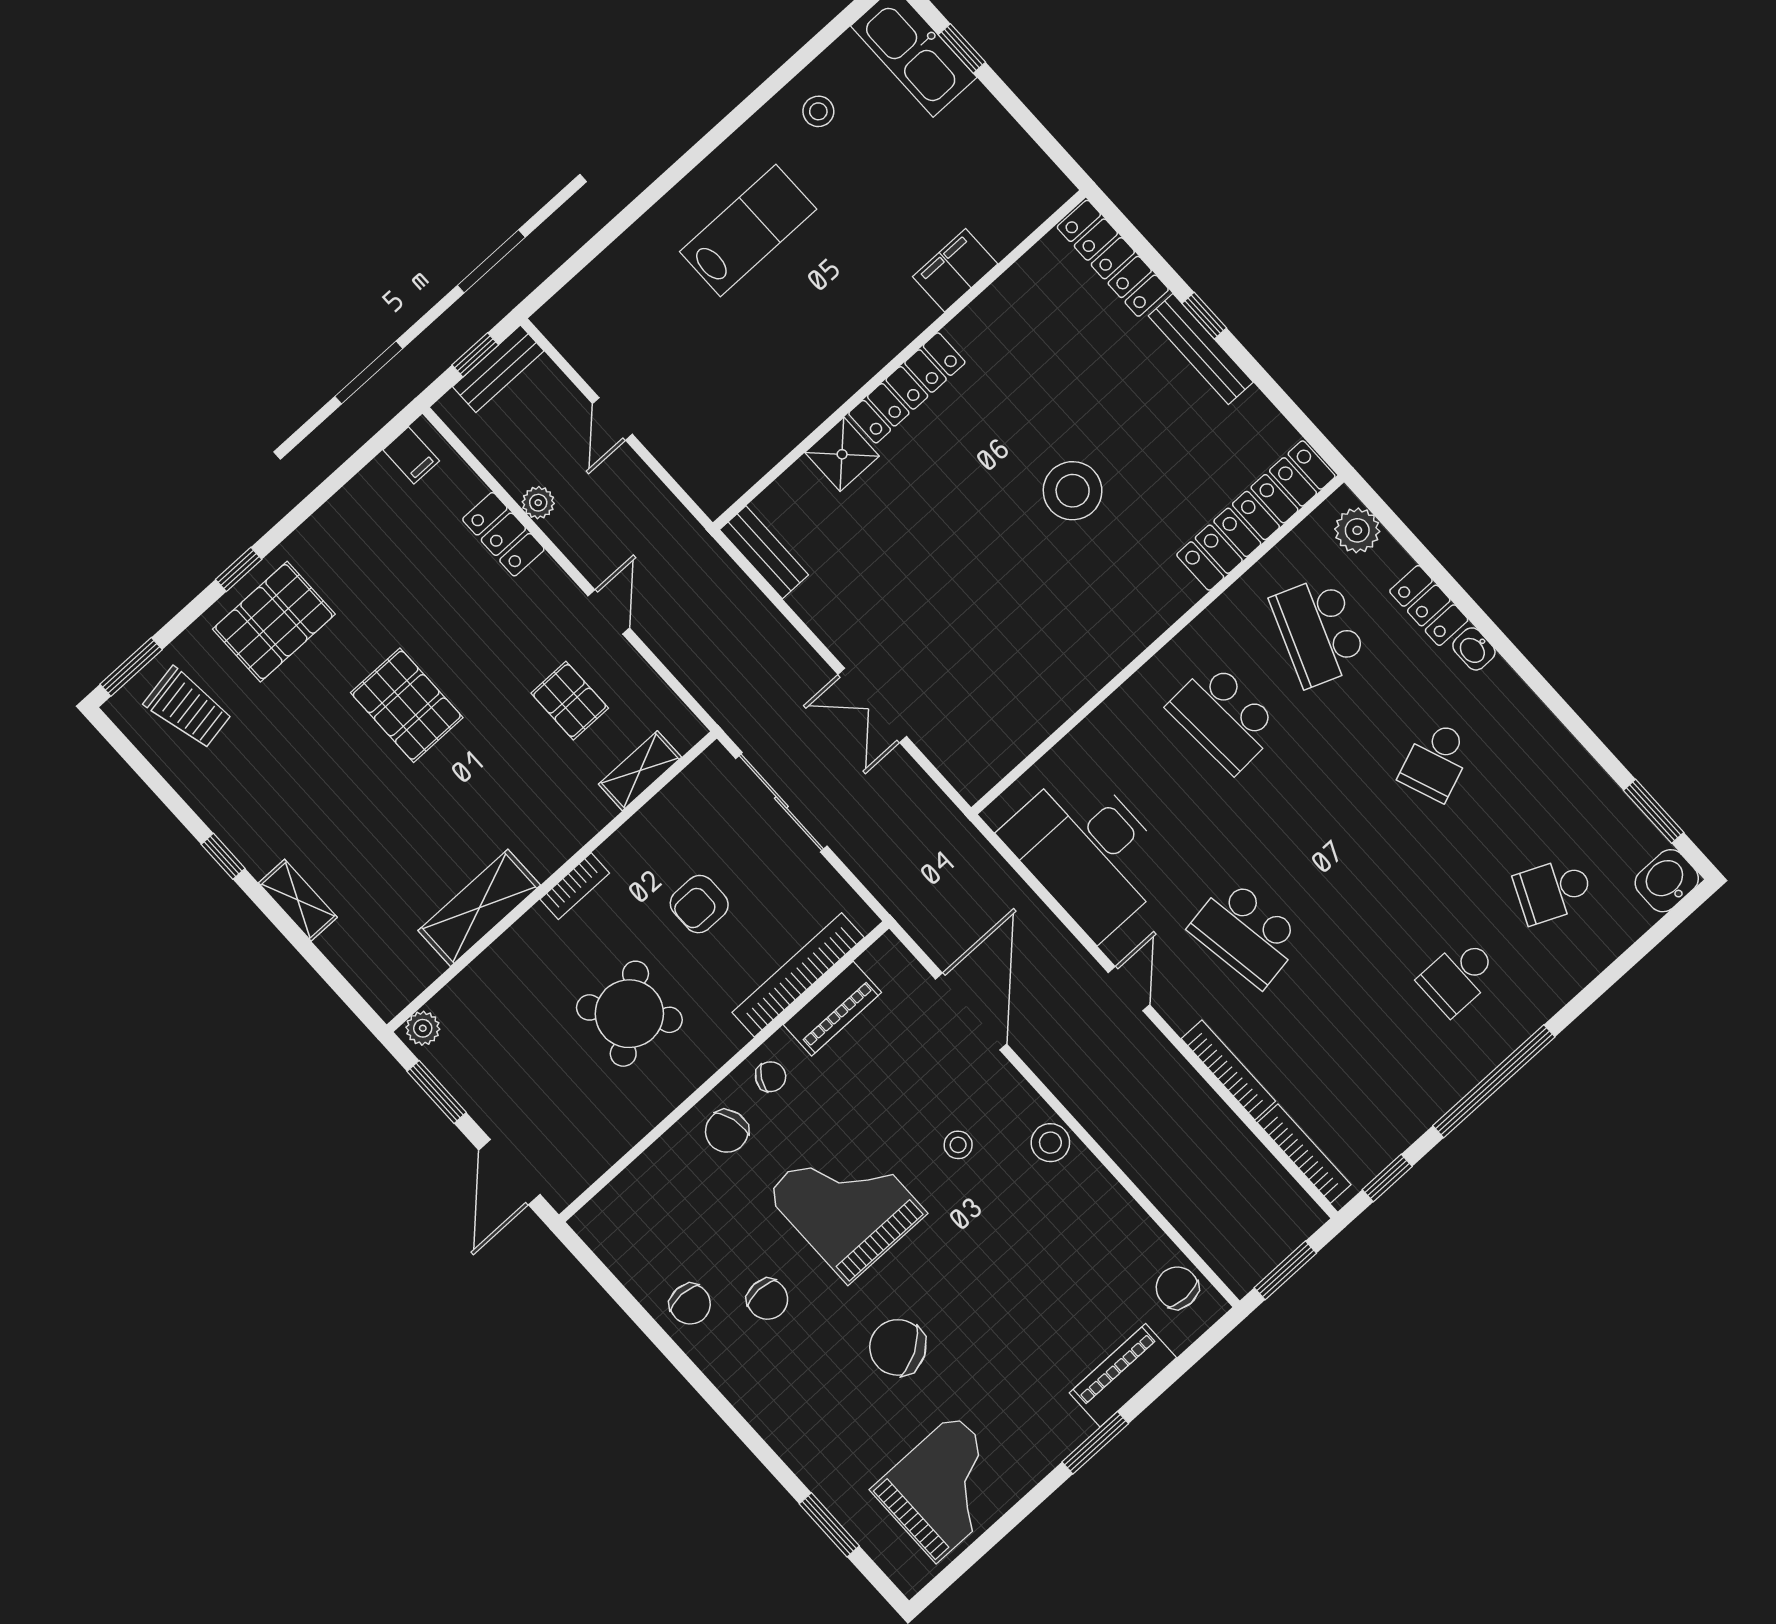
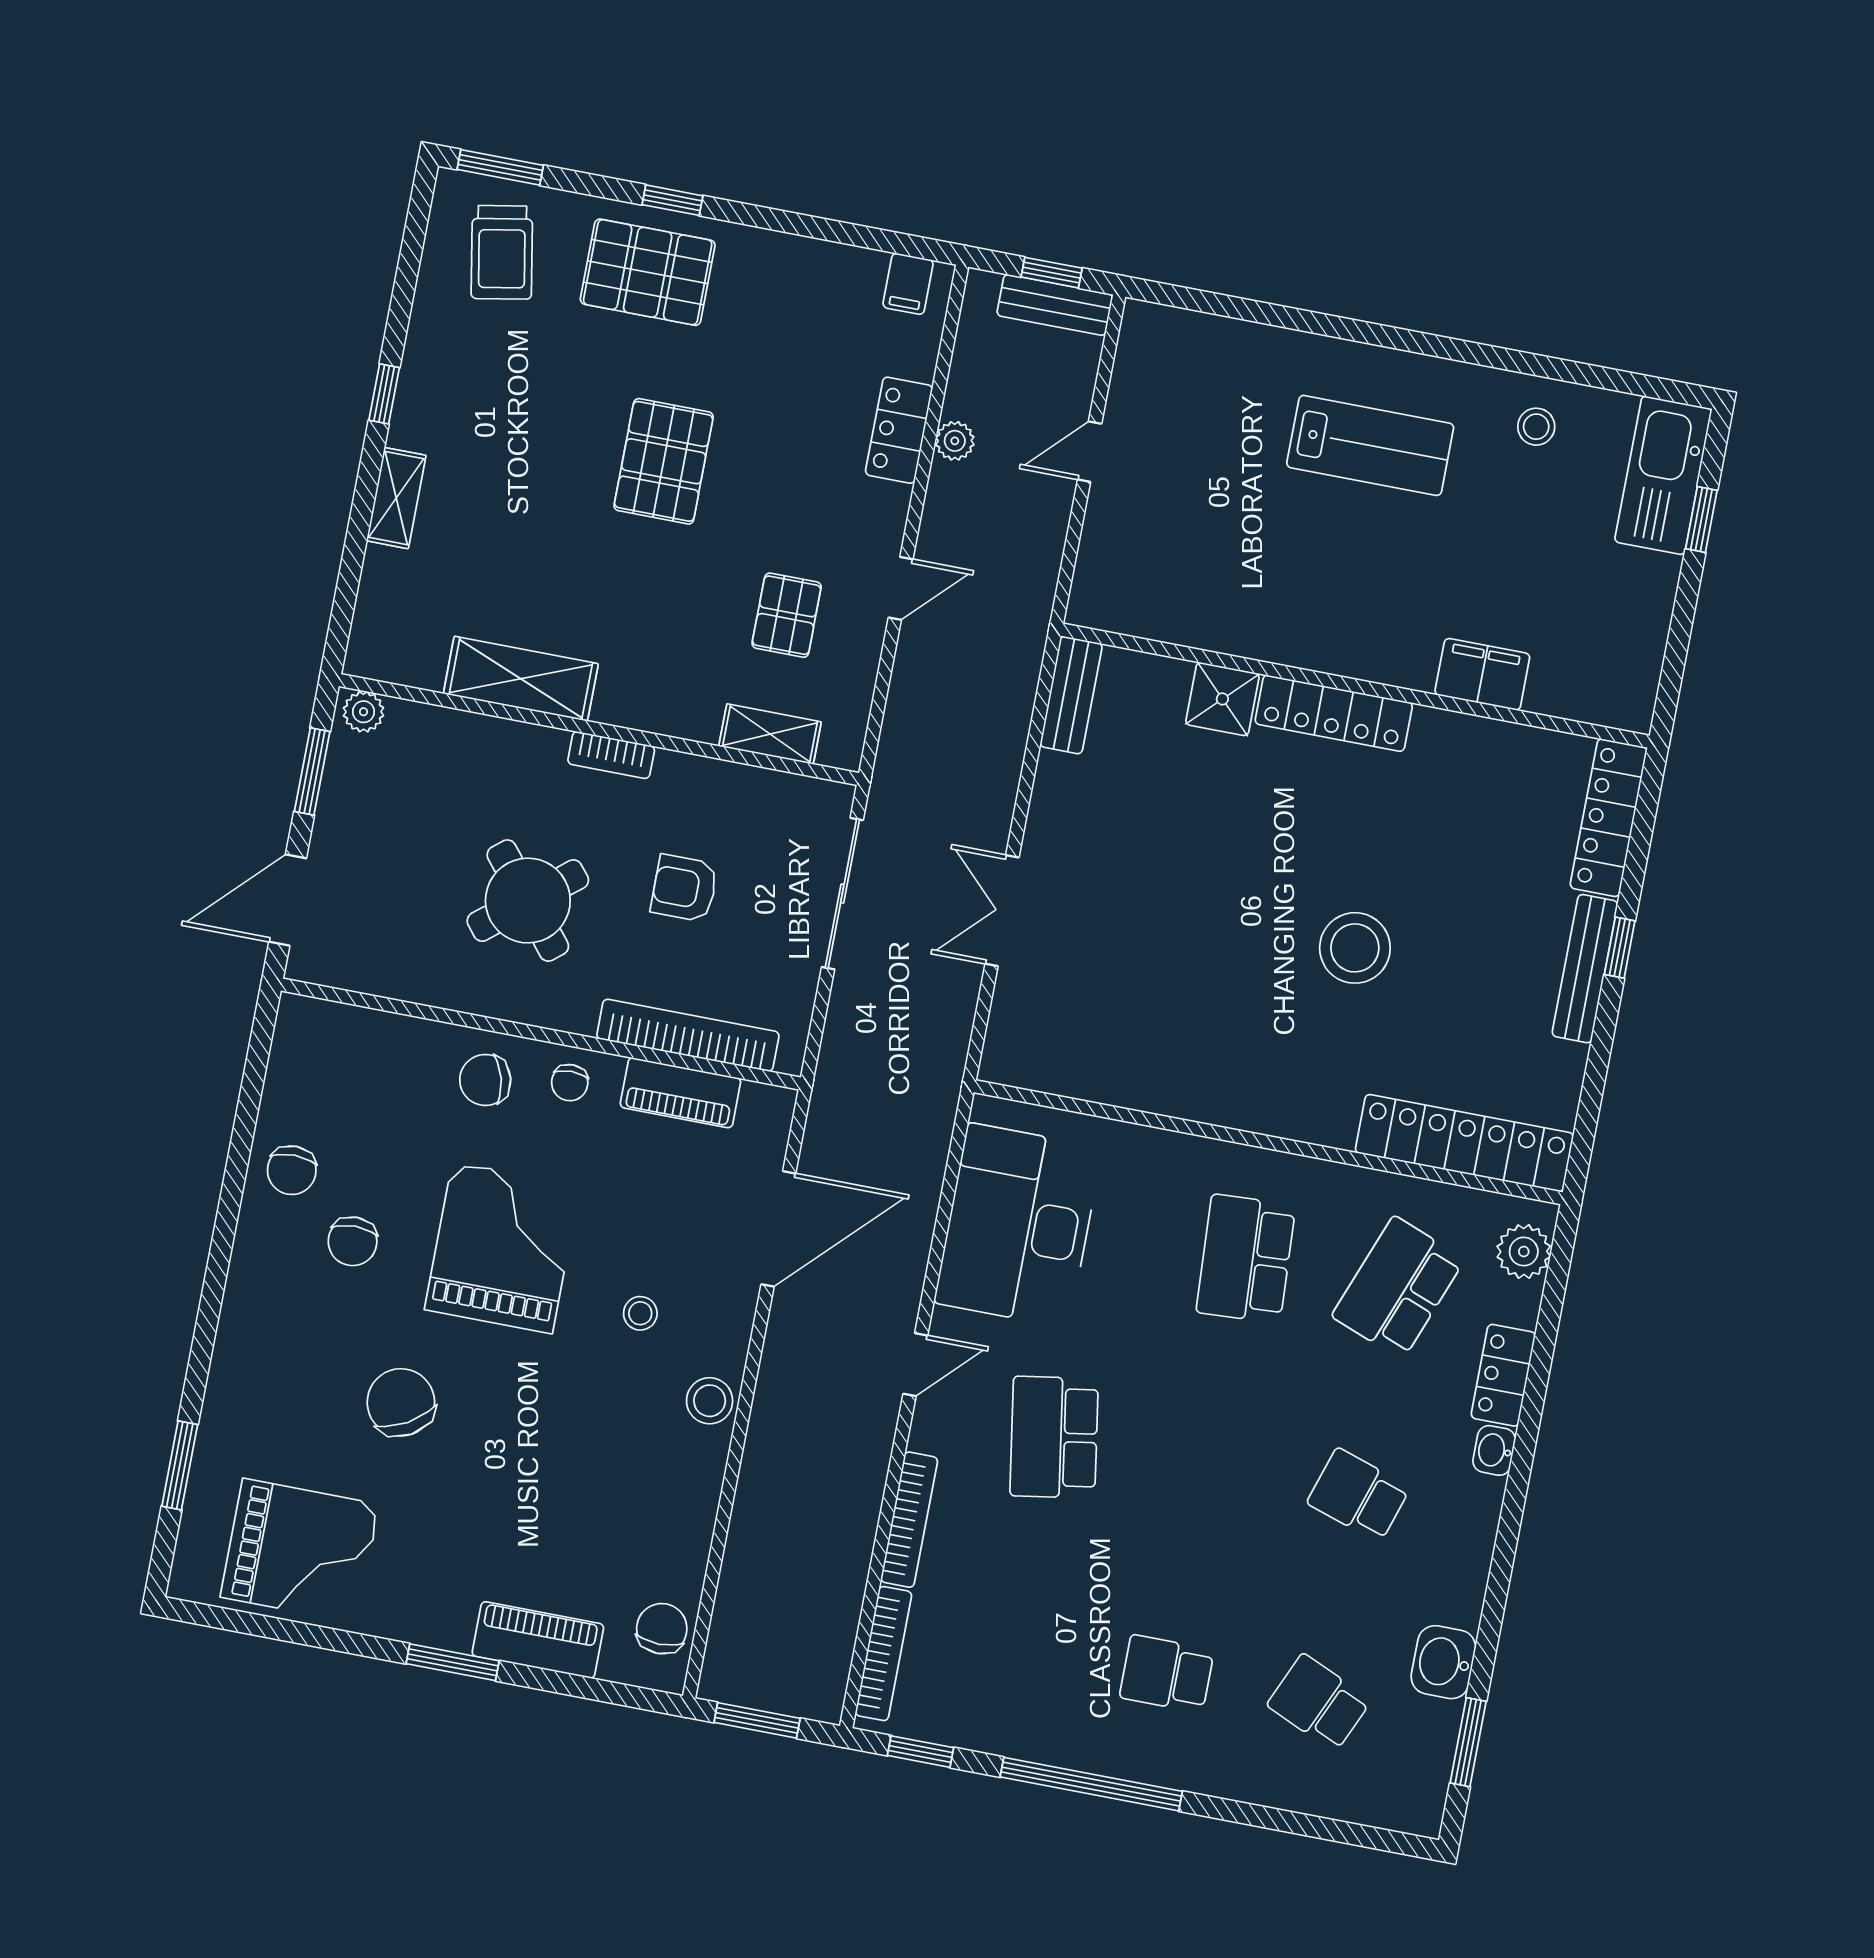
school desk: (1436, 761) -> (1359, 1495), turned 39
washbasin: (1667, 881) -> (1443, 1662), moved, turned -90
chair: (771, 1077) -> (570, 1083), turned 61

